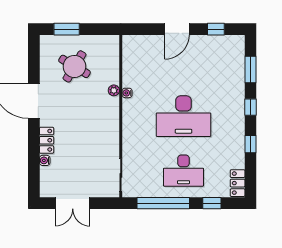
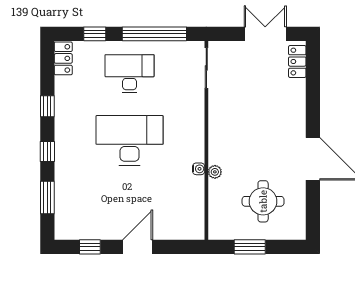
window: (67, 29) -> (250, 247), moved
round table: (74, 66) -> (263, 201), turned -31
locker: (47, 140) -> (297, 62), moved
water cooler: (45, 160) -> (300, 86), removed

